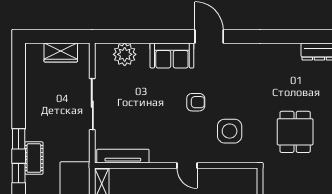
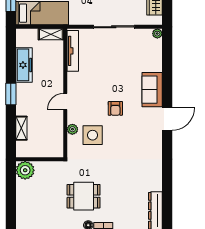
plant: (125, 54) -> (157, 34), moved, width x0.53, depth x0.53
dining table: (295, 132) -> (84, 196), moved
plant: (222, 157) -> (72, 129), added

